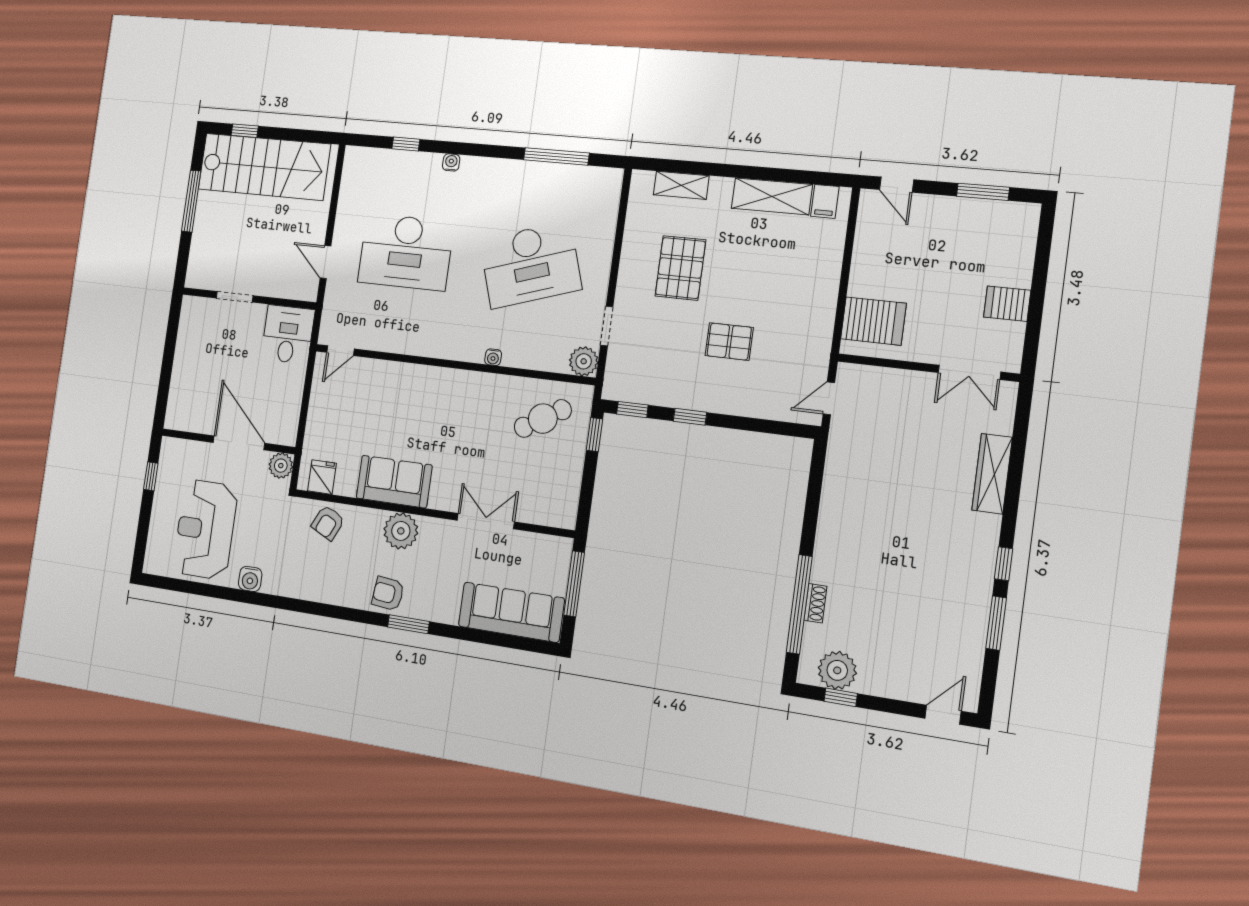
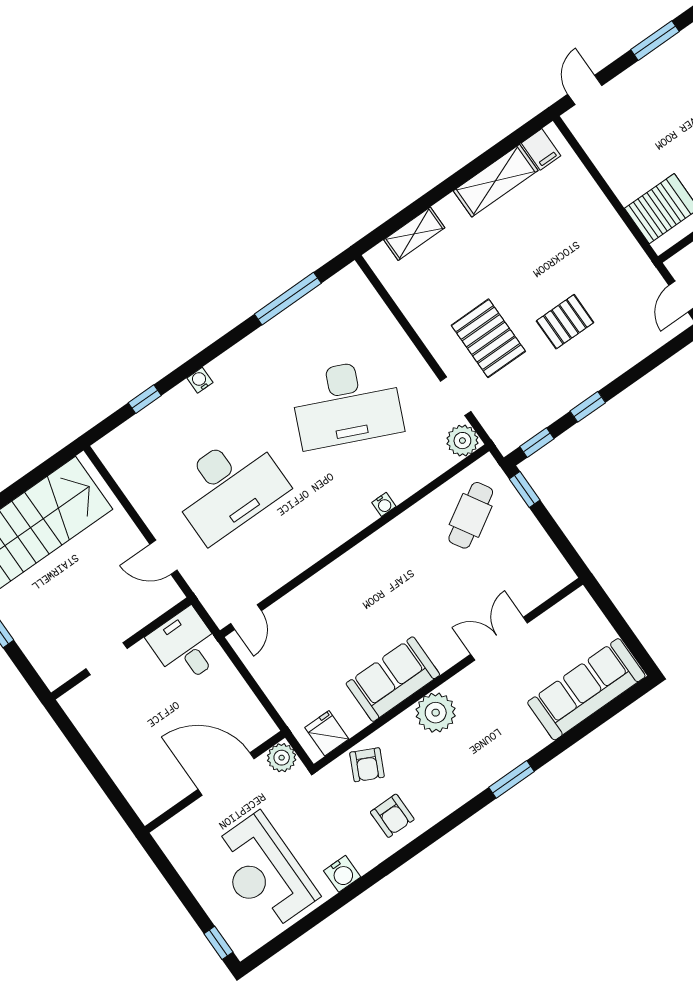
door: (897, 185) -> (585, 90), swing flipped
desk: (531, 265) -> (347, 403), turned 42
pallet: (680, 268) -> (488, 338), moved
window: (151, 476) -> (218, 943), moved
window: (574, 584) -> (616, 619), removed
armchair: (388, 594) -> (392, 816), moved, turned -96

